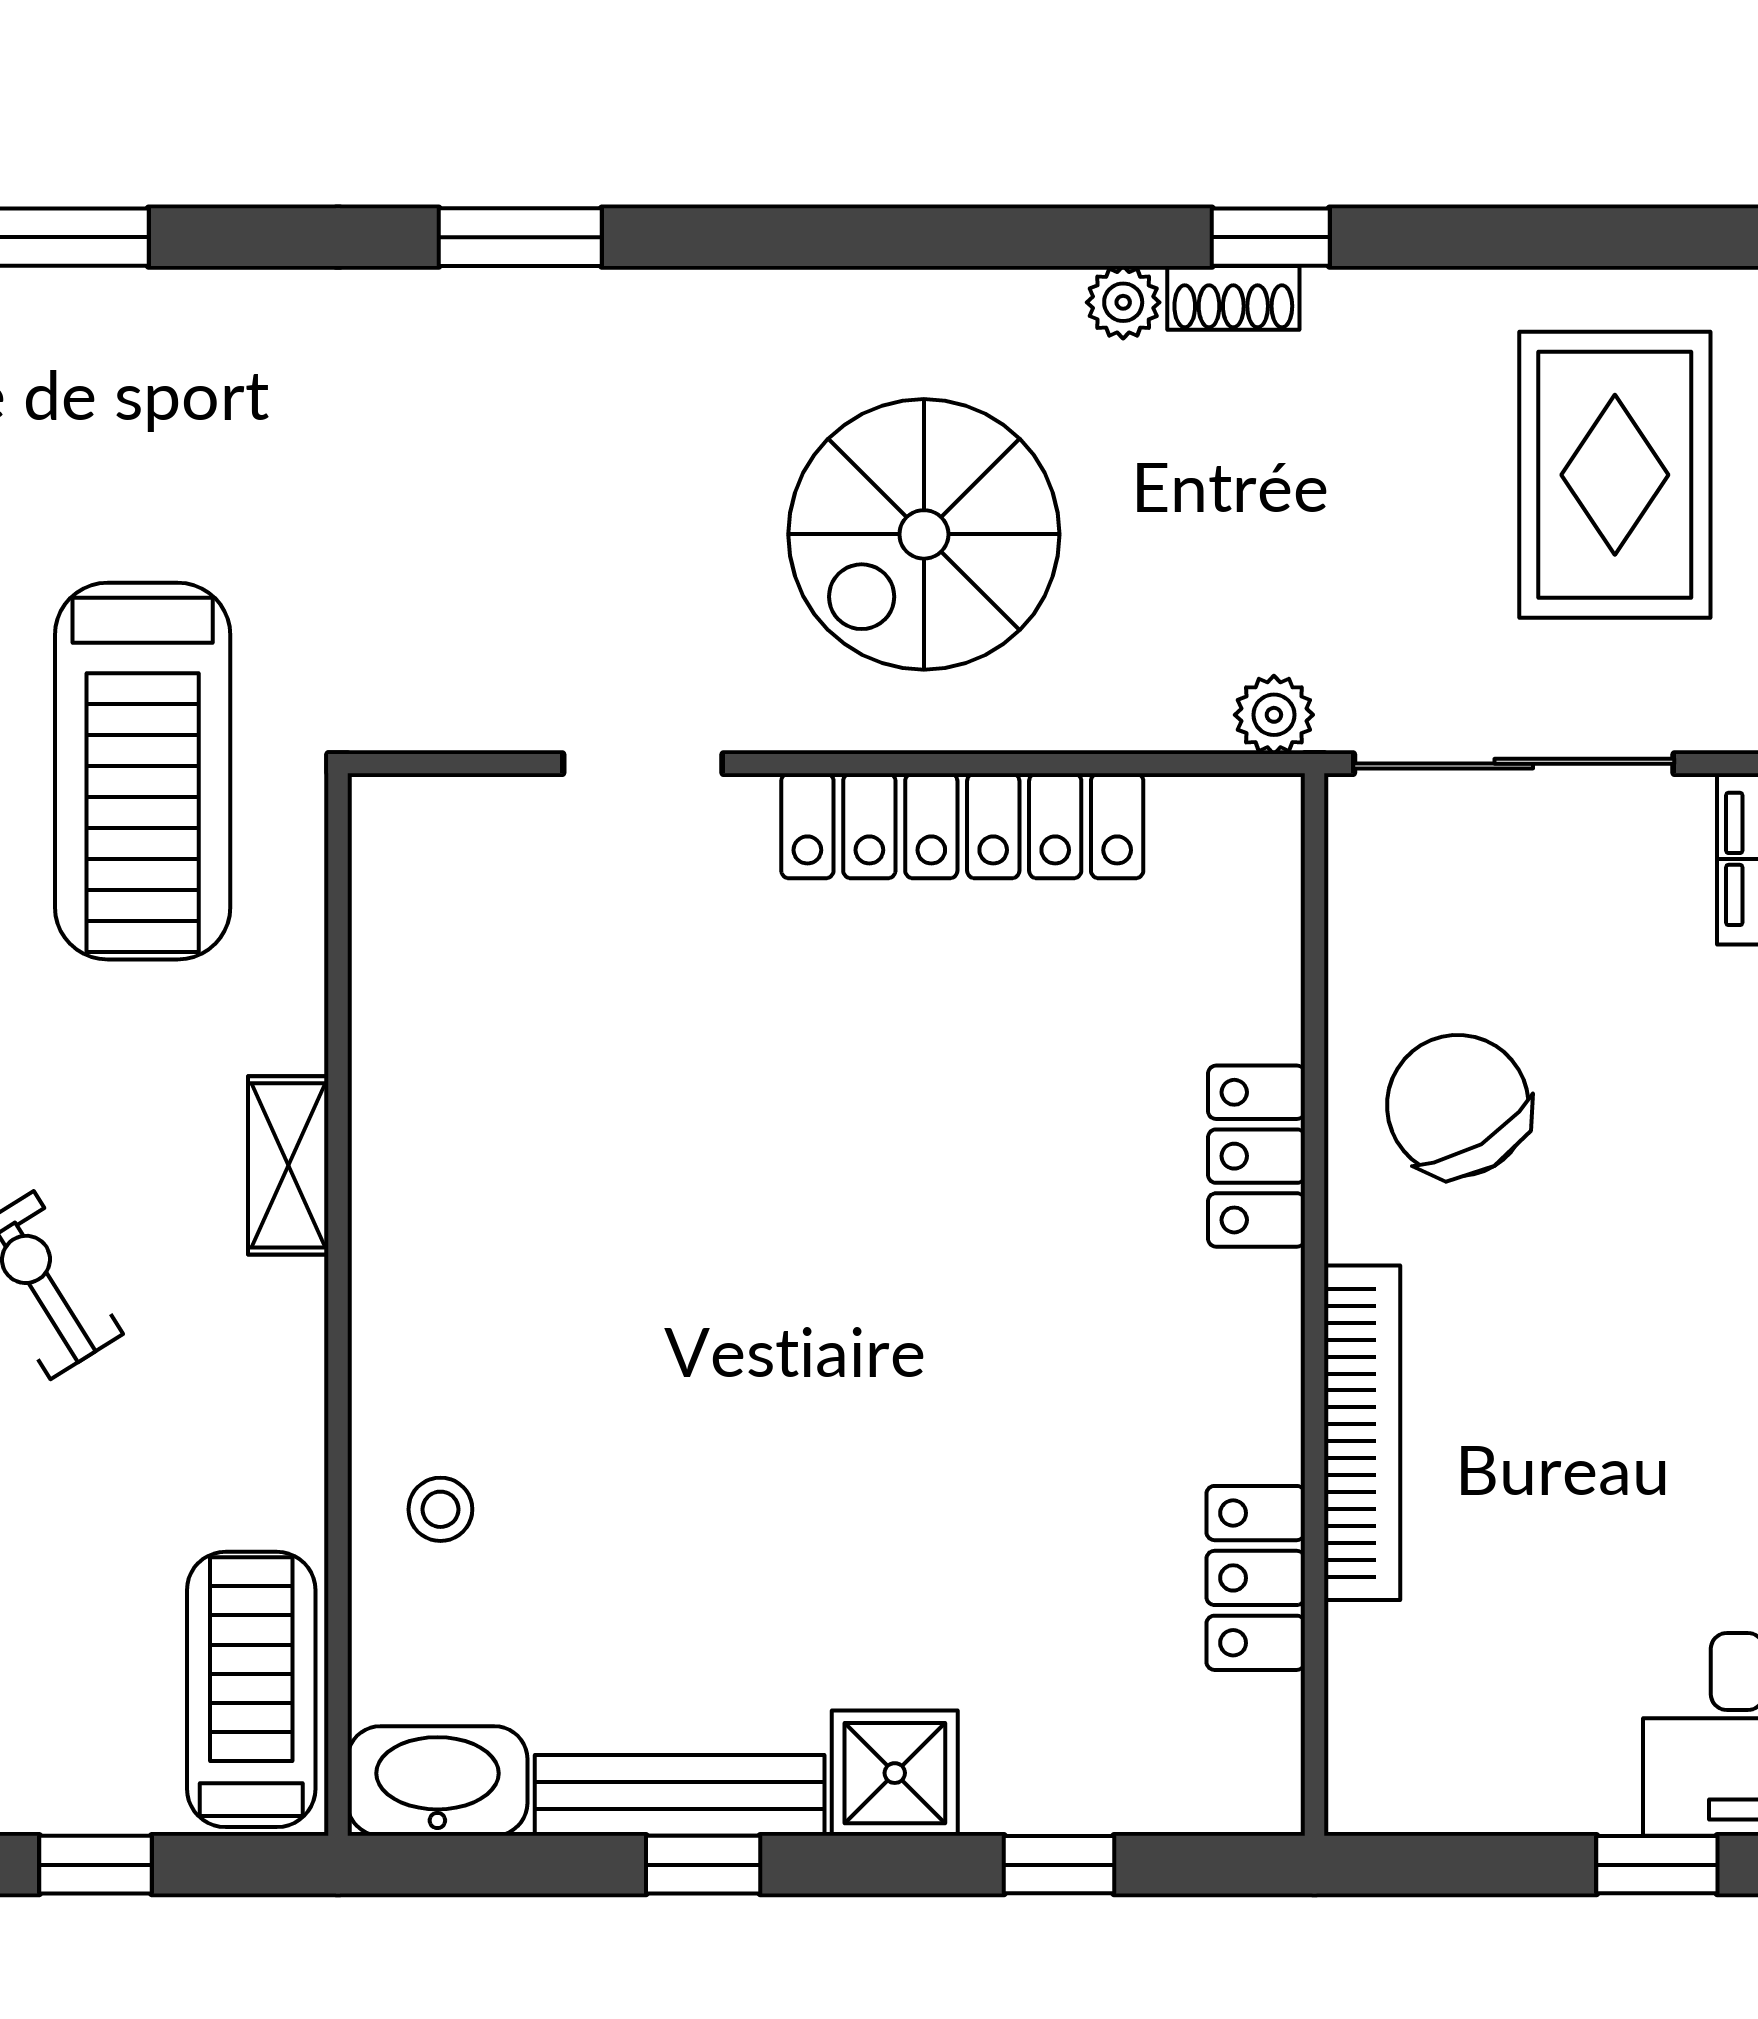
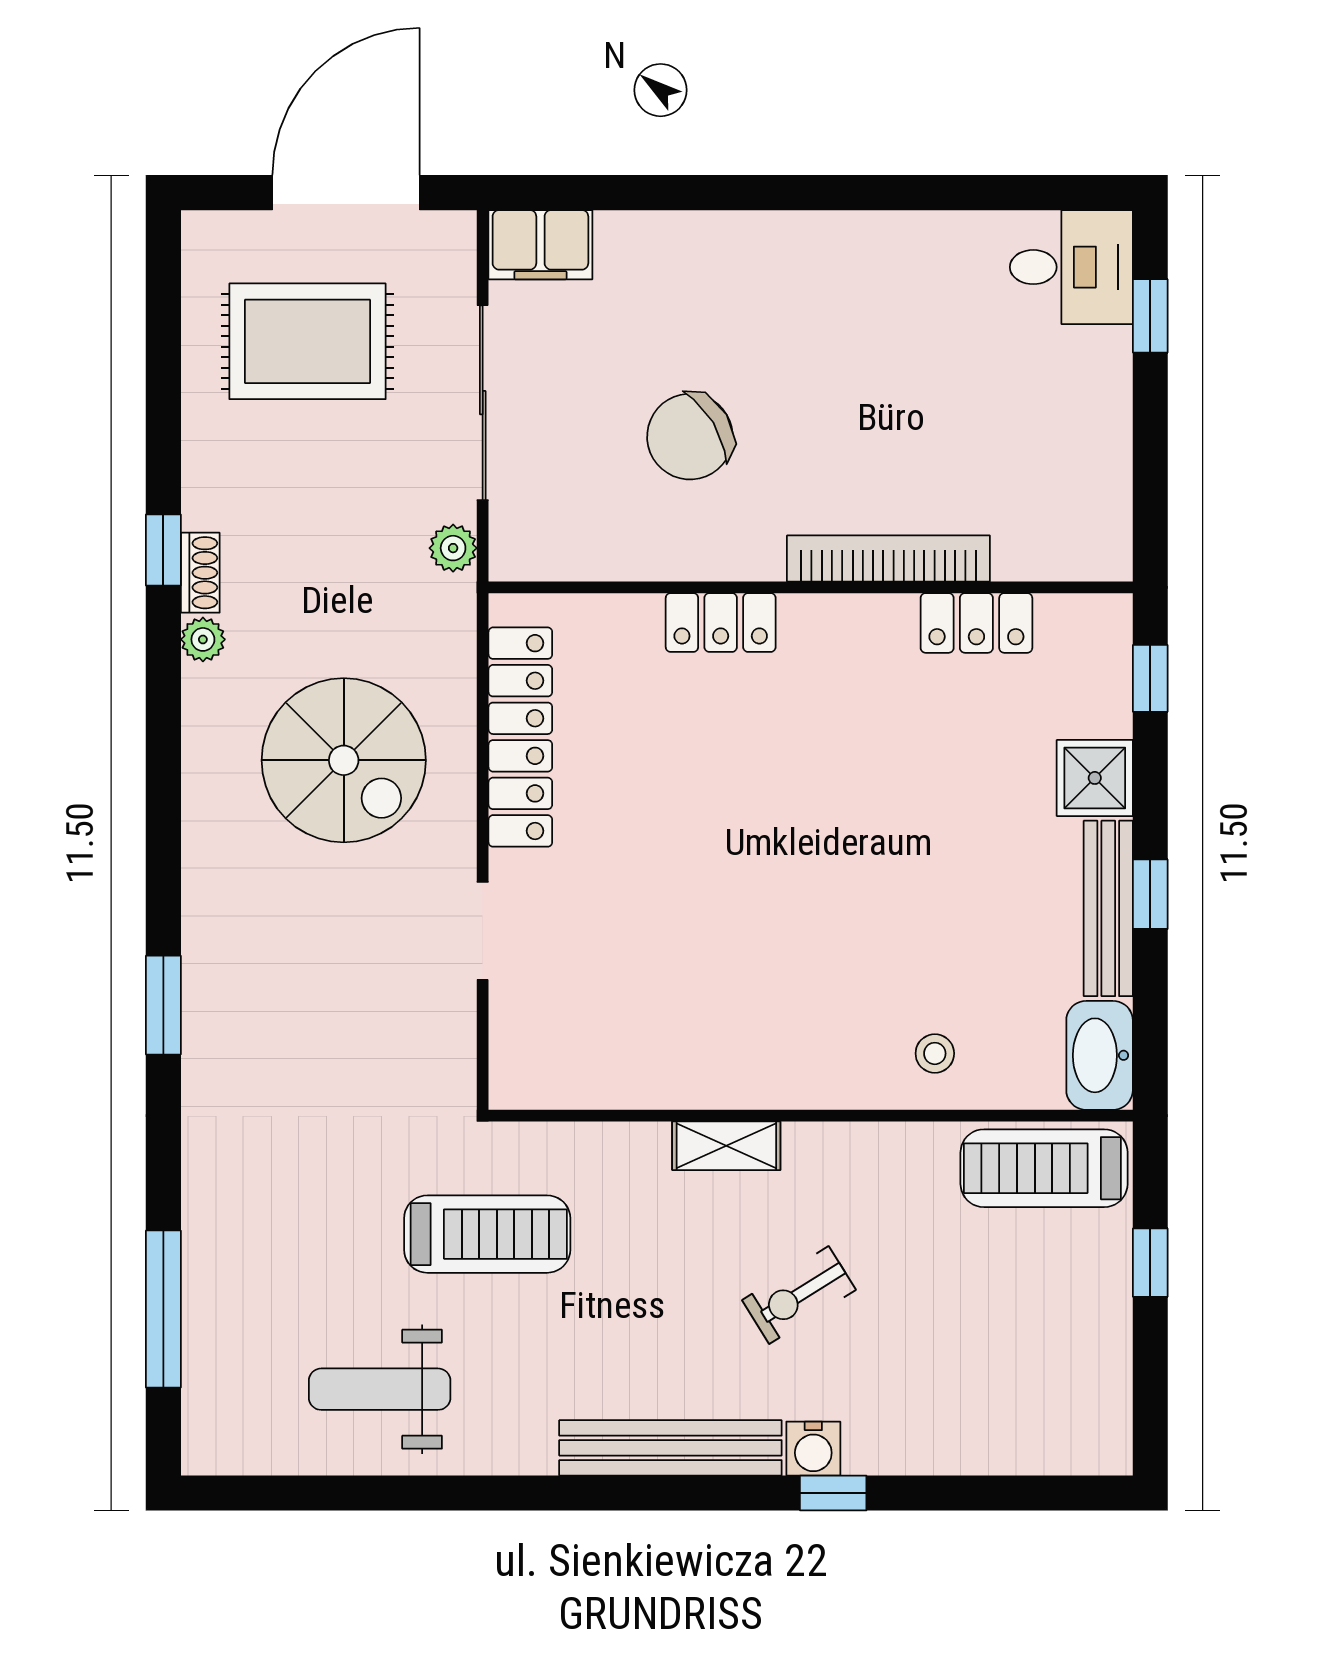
treadmill: (143, 771) -> (487, 1234), width x0.73, depth x0.73
locker: (1257, 1156) -> (721, 622), moved
wall: (1314, 1305) -> (811, 587), moved
bookcase: (1362, 1433) -> (888, 559), moved
locker: (1256, 1578) -> (976, 623), moved

